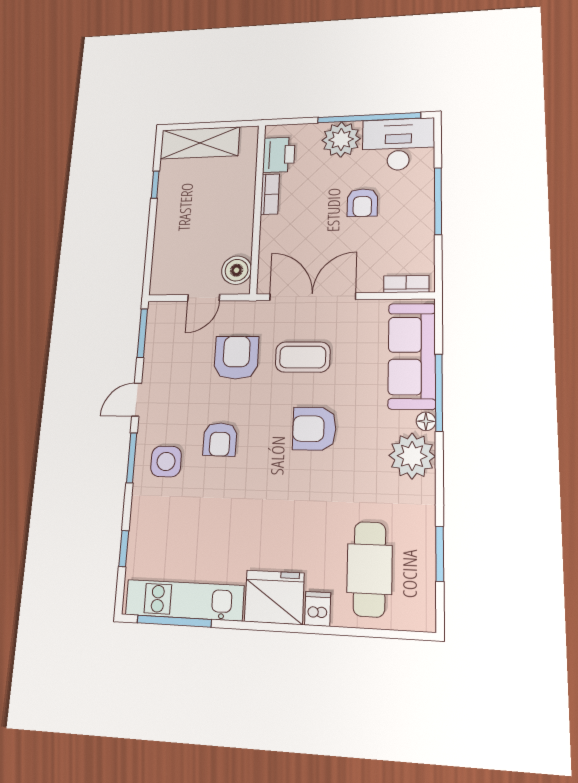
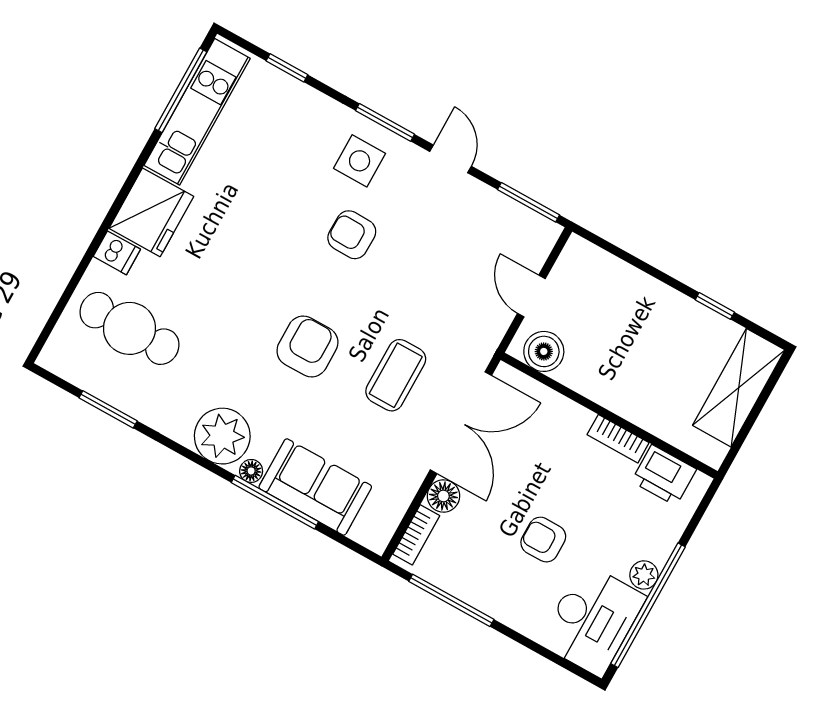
plant: (341, 140) -> (644, 575), width x0.53, depth x0.53
window: (438, 201) -> (451, 600), moved
floor lamp: (369, 281) -> (443, 496), added
sofa: (412, 356) -> (315, 487), width x0.73
armchair: (236, 358) -> (437, 299), removed

